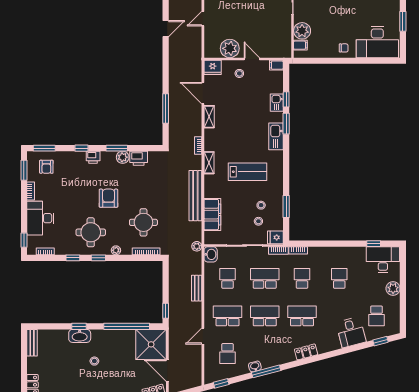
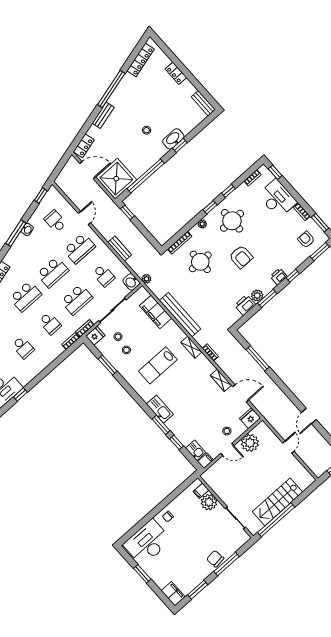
kitchen sink: (277, 103) -> (196, 450), moved

